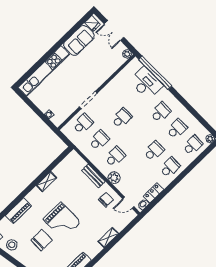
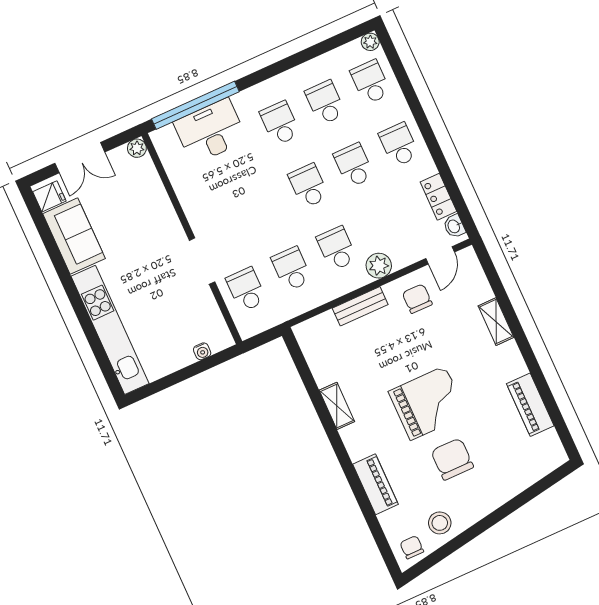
school desk: (122, 118) -> (308, 186), moved

